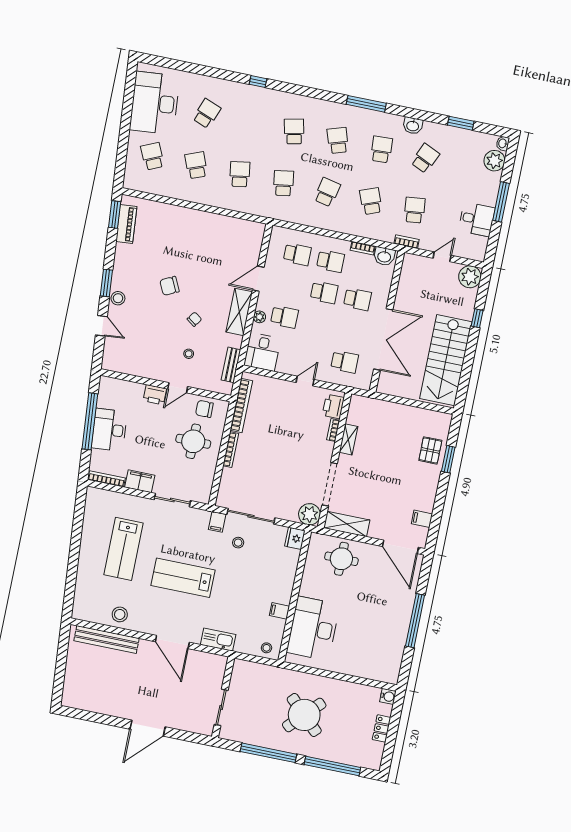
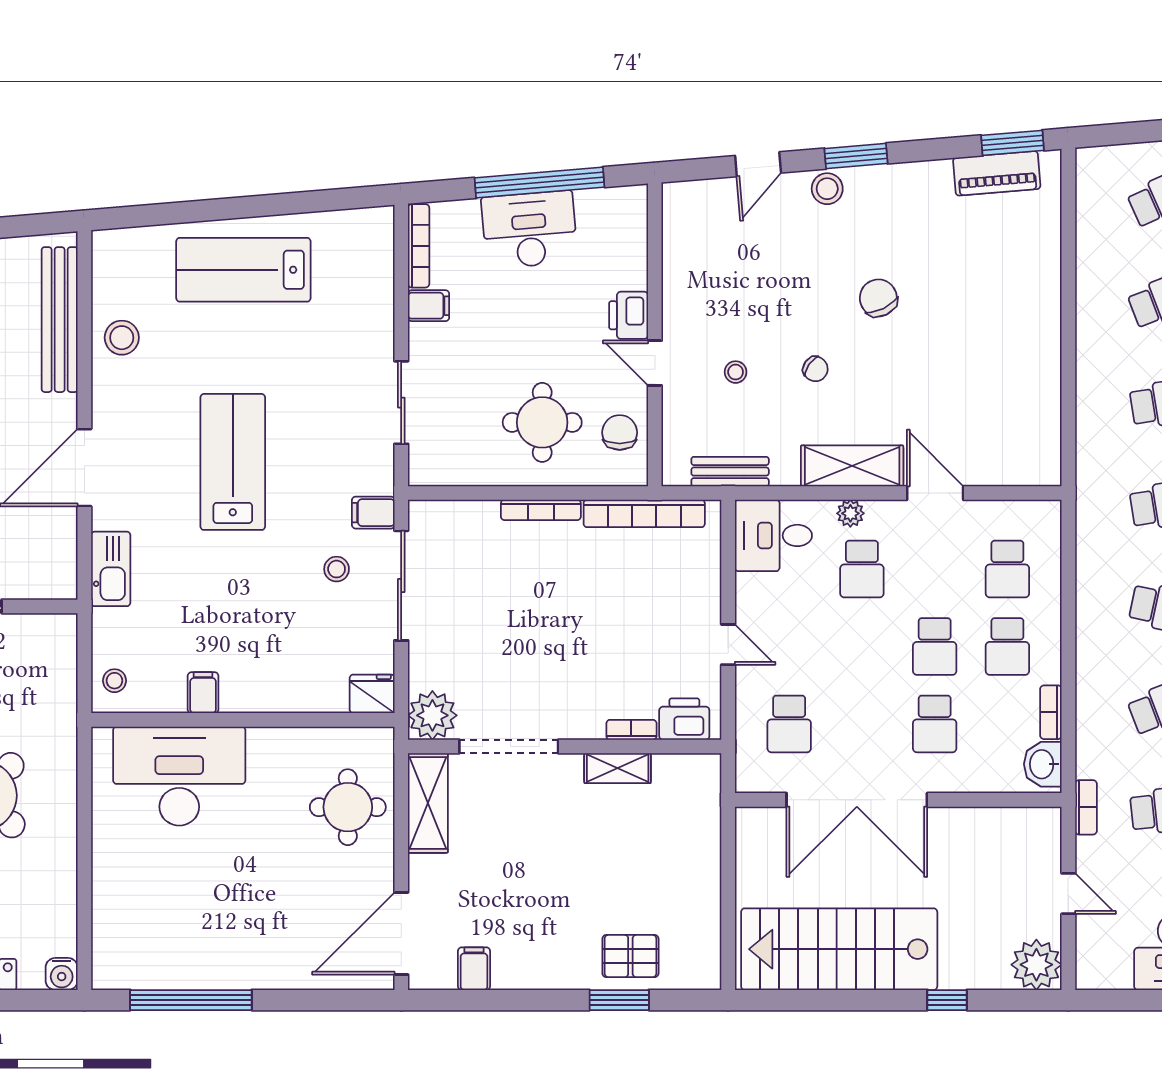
filing cabinet: (140, 481) -> (429, 306), width x0.50
lab bench: (124, 549) -> (243, 270), moved
window: (415, 621) -> (191, 1000), moved

